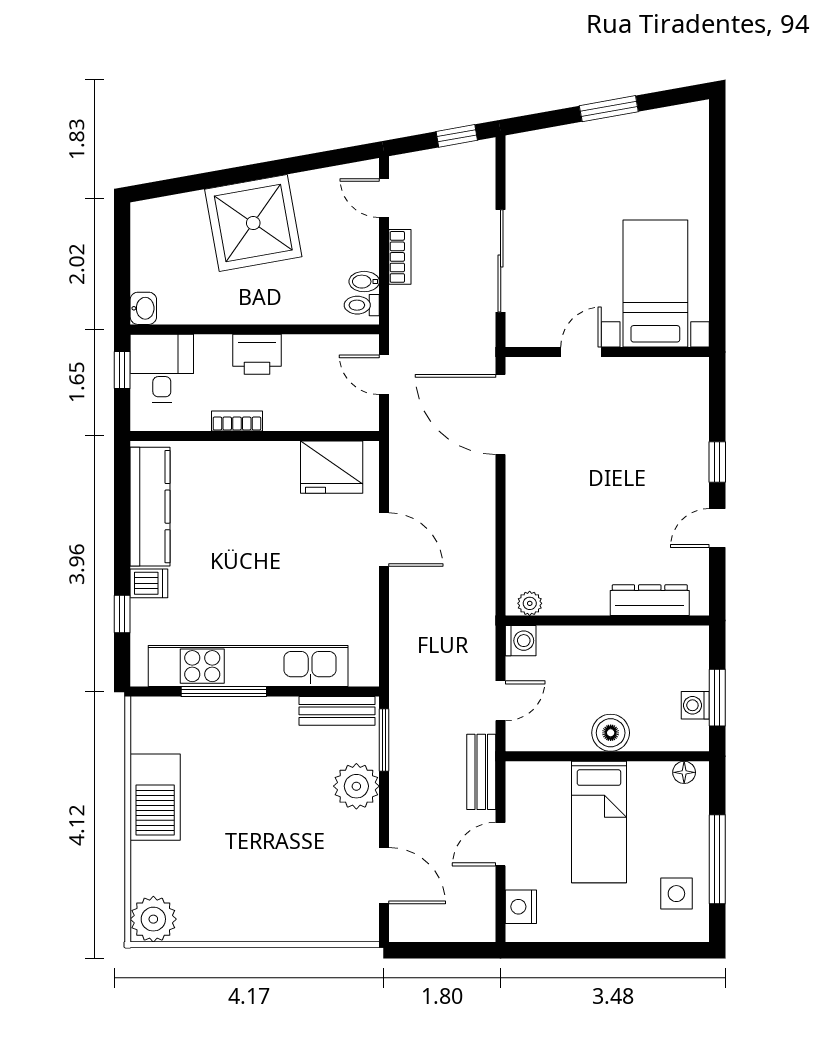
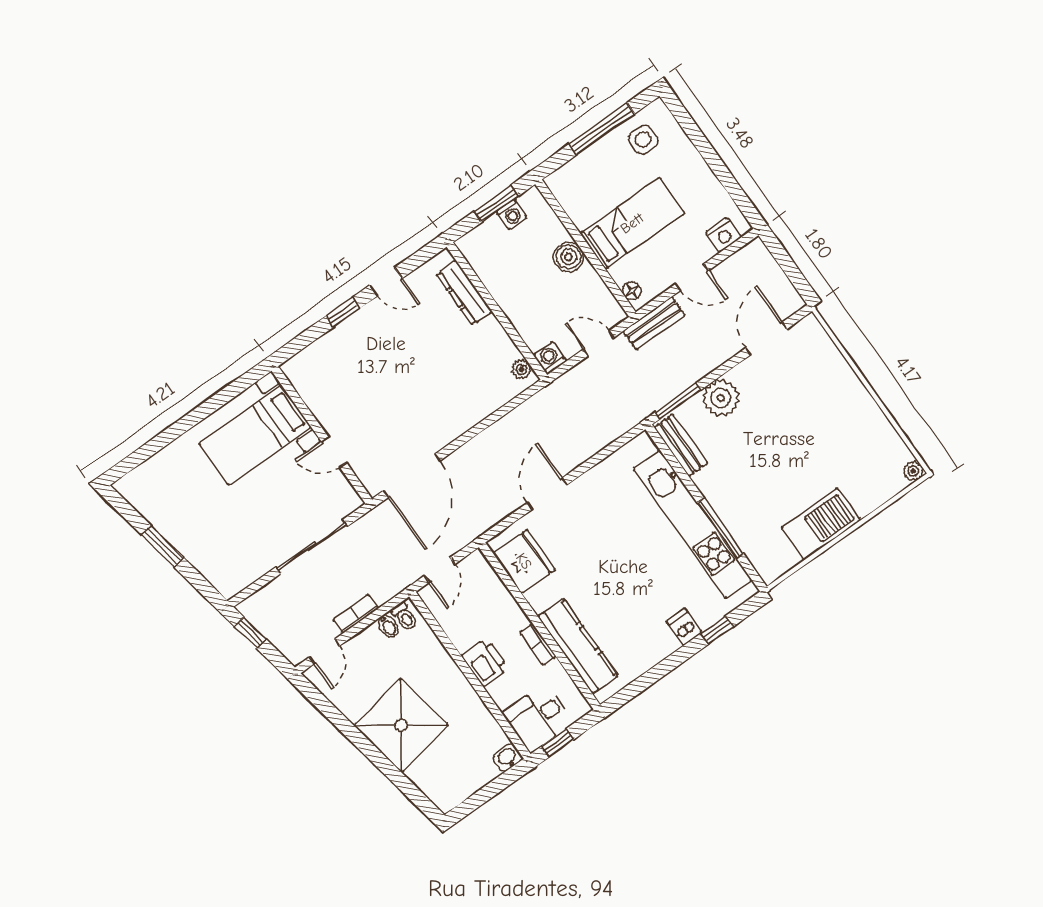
kitchen counter: (150, 507) -> (578, 646), moved, turned 90
floor lamp: (684, 772) -> (631, 291), moved
plant: (153, 919) -> (913, 471), width x0.53, depth x0.53

